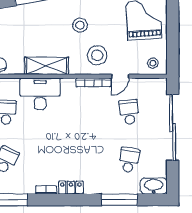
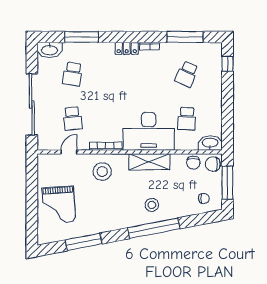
stool: (80, 25) -> (152, 205), moved
stool: (153, 63) -> (50, 164), removed
door: (120, 76) -> (69, 152), moved
desk: (40, 94) -> (149, 131), width x1.36, depth x1.30

